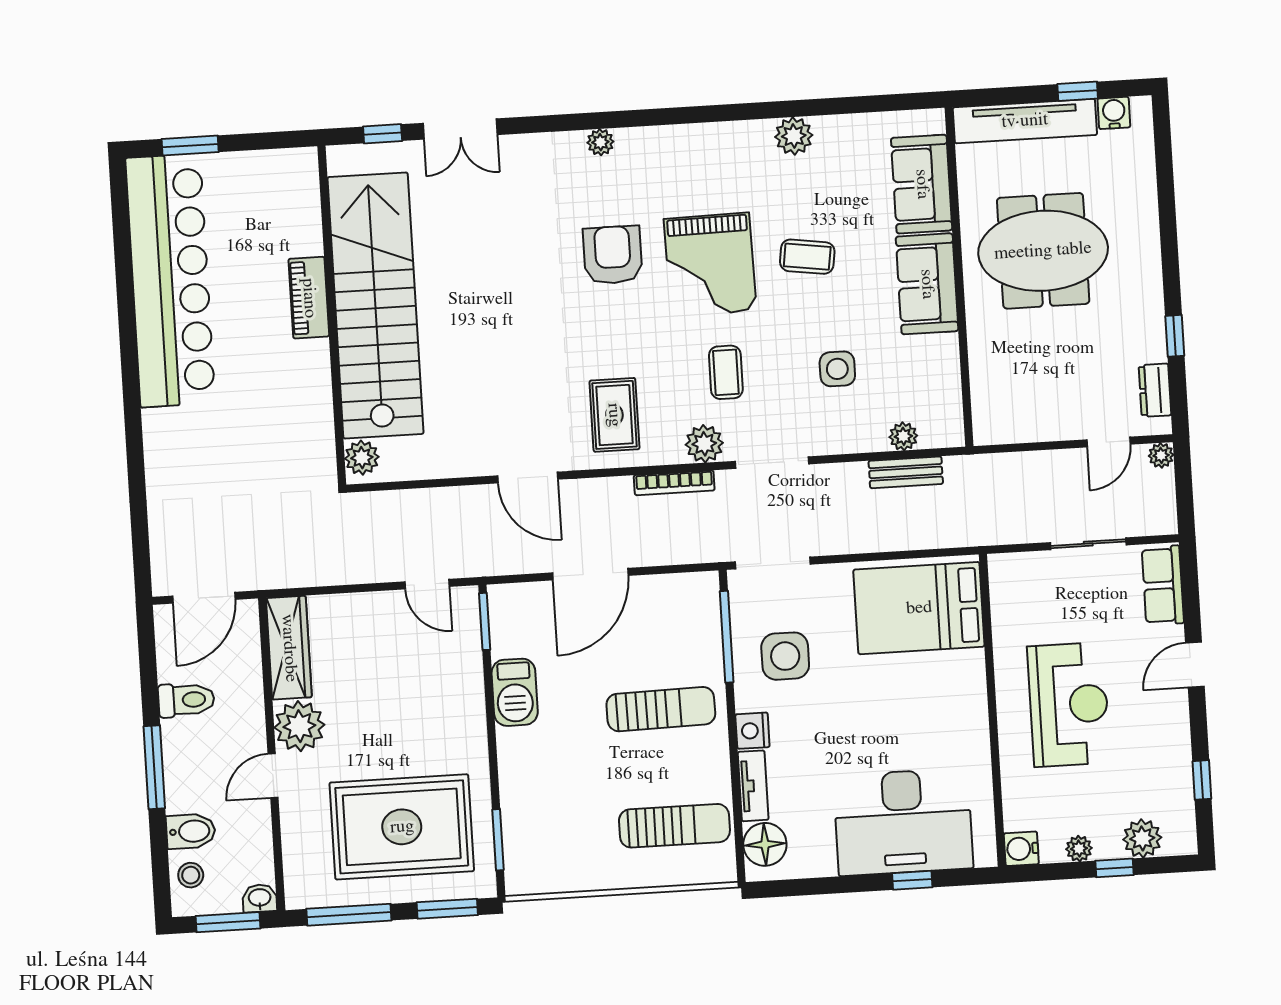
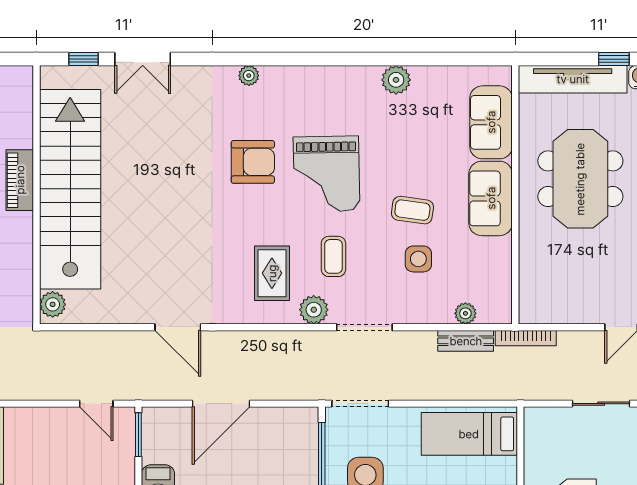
meeting table: (1043, 251) -> (580, 179), turned 90
armchair: (613, 255) -> (253, 162), turned 90
coffee table: (807, 257) -> (412, 210), moved
rug: (614, 415) -> (272, 273), moved
bookcase: (674, 483) -> (526, 338), moved
bed: (919, 608) -> (469, 434), width x0.67

